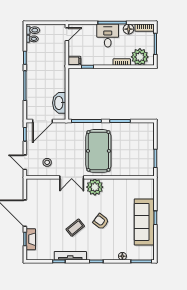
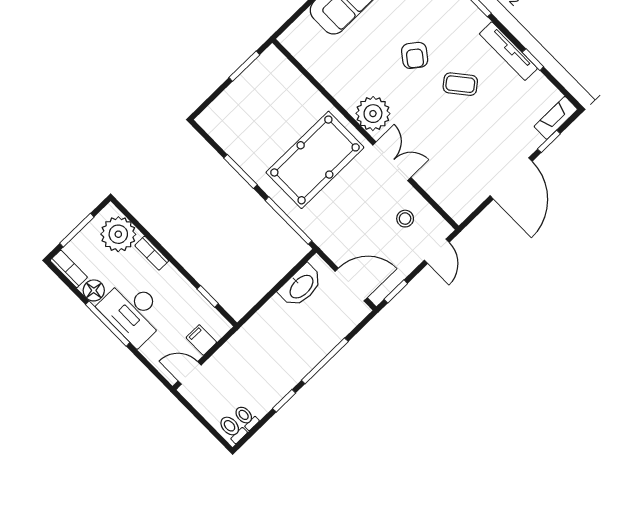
desk: (108, 36) -> (133, 312), width x1.37
filing cabinet: (74, 61) -> (201, 340), moved
fireplace: (31, 239) -> (556, 118), moved

